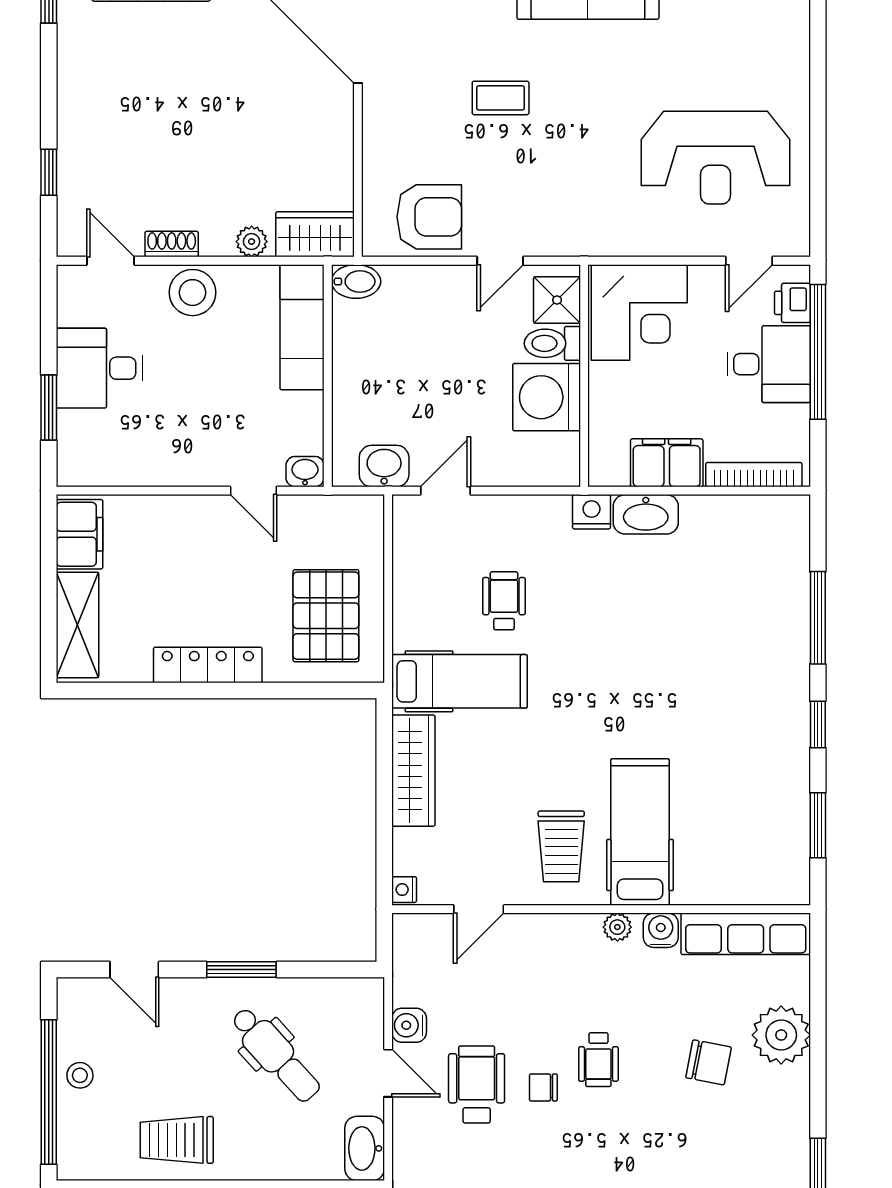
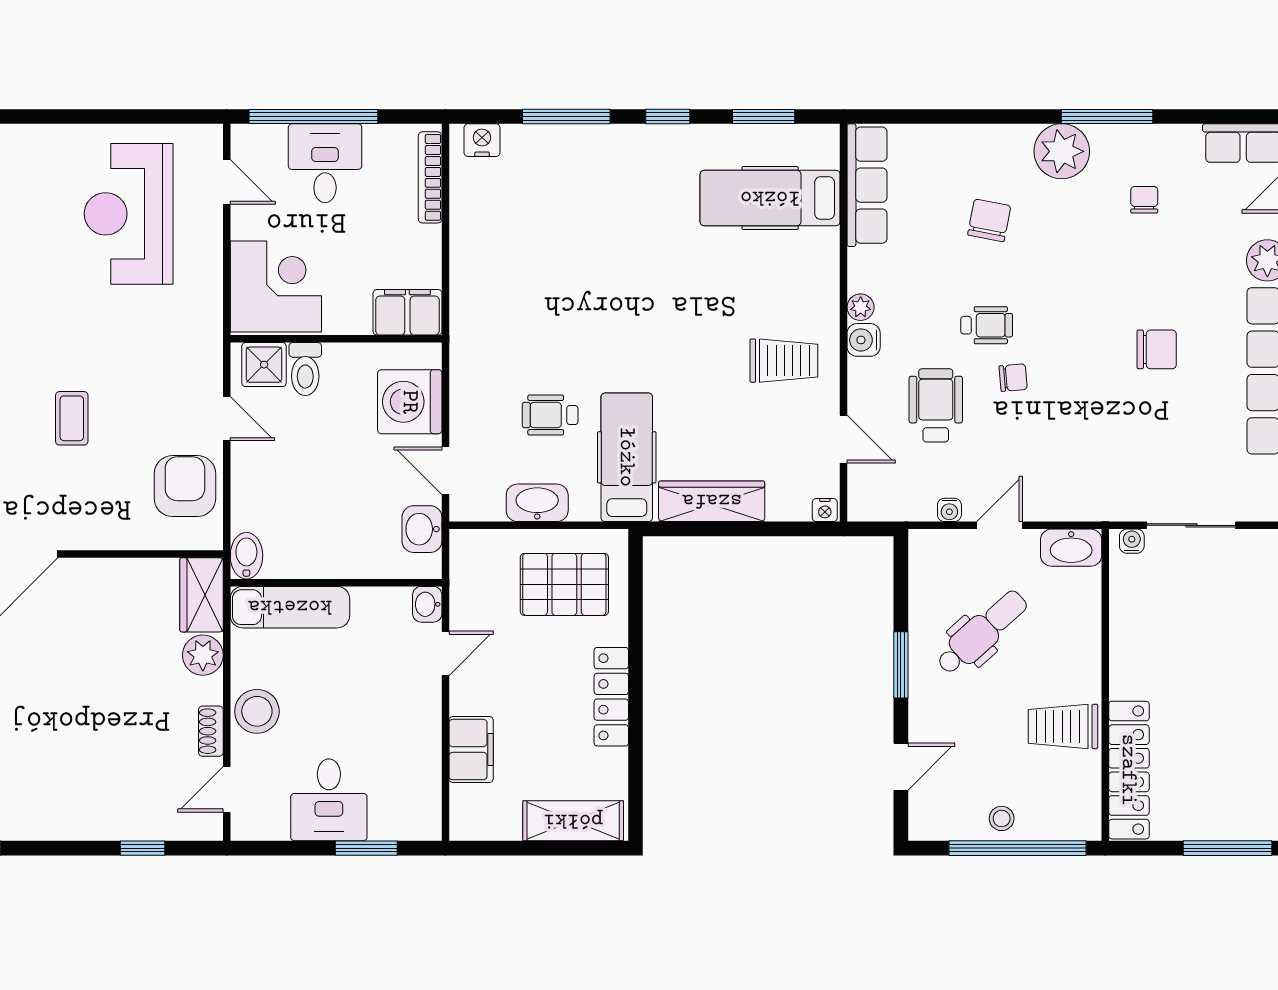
reception desk: (715, 158) -> (129, 214), turned 180
plant: (252, 242) -> (203, 655), width x1.38, depth x1.38
printer: (792, 303) -> (267, 141), removed
washing machine: (547, 397) -> (410, 402), moved, turned 90
filing cabinet: (667, 463) -> (407, 312), moved, turned 90
nightstand: (592, 512) -> (482, 140), moved, turned 90
washbasin: (646, 514) -> (537, 503), moved, turned -90
filing cabinet: (79, 534) -> (471, 750), moved, turned 90
hospital bed: (640, 832) -> (770, 198), moved
water cooler: (661, 930) -> (864, 340), moved
water cooler: (409, 1025) -> (949, 510), width x0.72, depth x0.72
plant: (781, 1035) -> (1062, 151), moved
wheelchair: (477, 1084) -> (936, 405), moved, turned 90
chair: (543, 1088) -> (1013, 378), turned -95
trolley: (177, 1140) -> (1063, 726), turned 90

